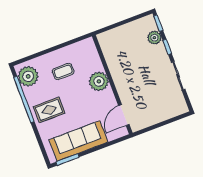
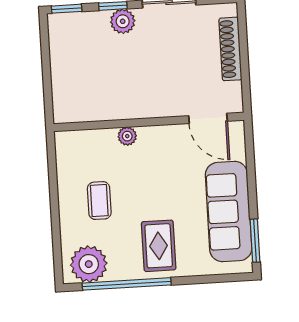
plant: (154, 38) -> (123, 21), moved
plant: (99, 81) -> (127, 136), width x0.53, depth x0.53
shoe rack: (164, 115) -> (230, 49), added

